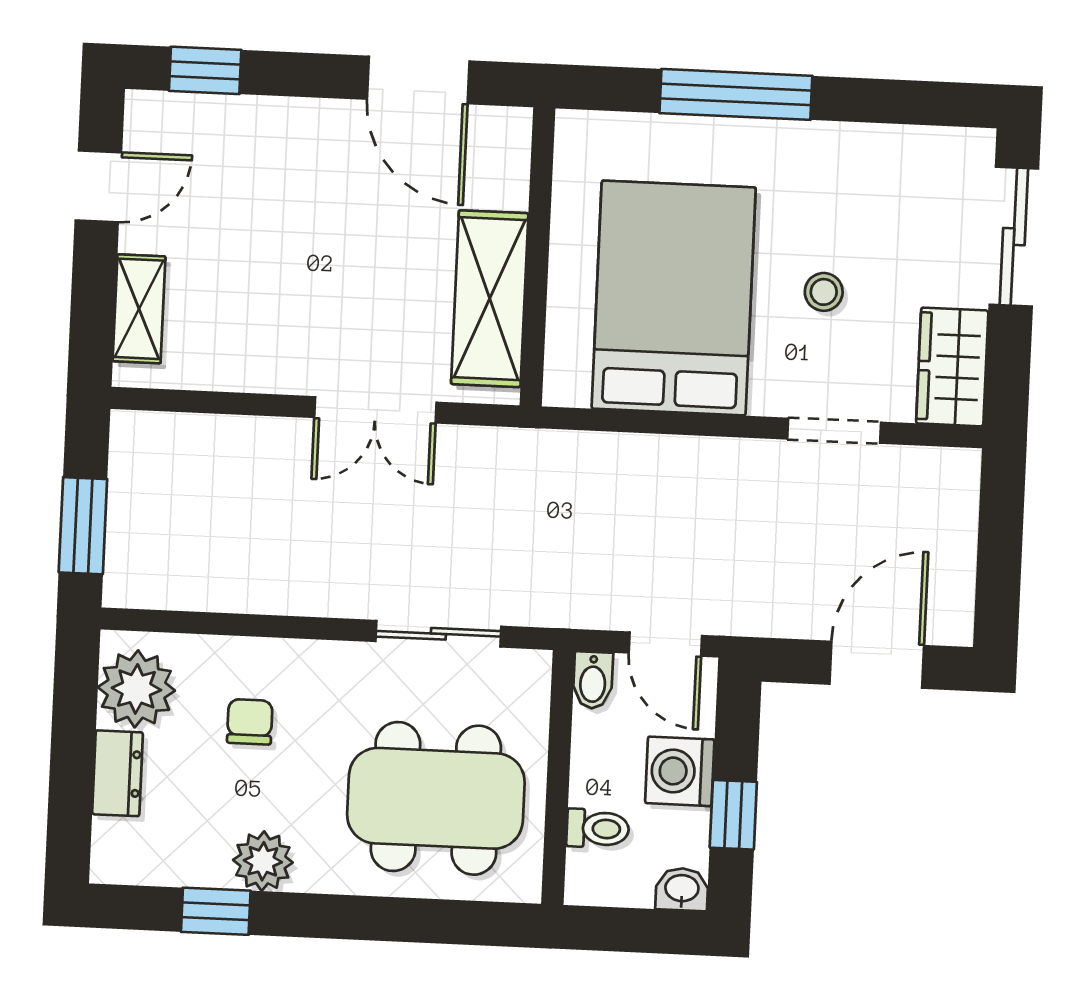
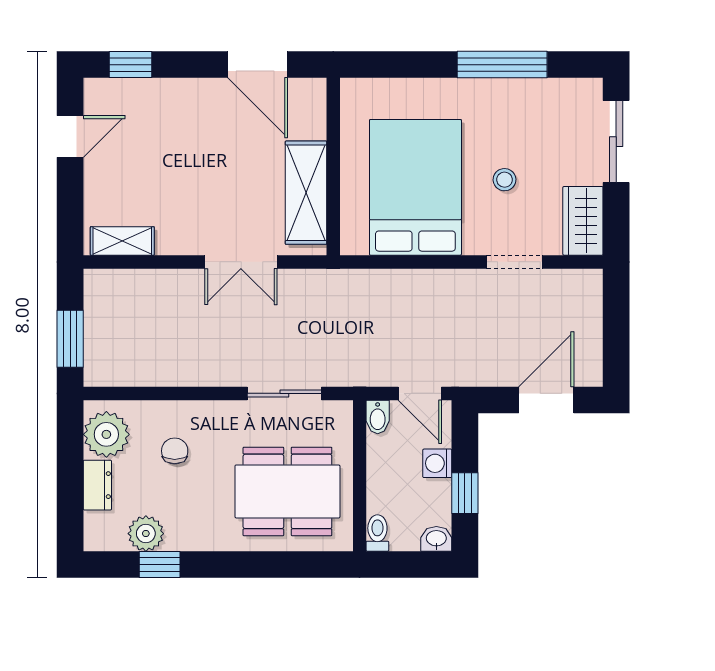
window: (736, 94) -> (502, 65), moved
shelving: (139, 309) -> (122, 241), moved, turned 90
washing machine: (680, 771) -> (437, 463), width x0.73, depth x0.73
toilet: (598, 829) -> (377, 533), moved, turned -90
plant: (263, 861) -> (146, 534), moved

